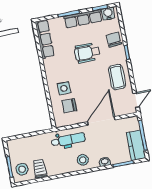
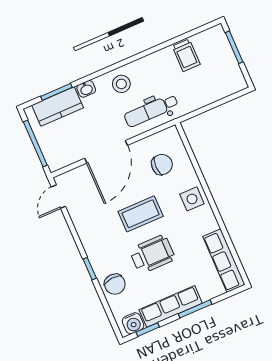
coffee table: (117, 77) -> (141, 214), moved, turned 90
side table: (64, 88) -> (192, 199), moved
kitchen counter: (136, 145) -> (58, 106), moved, turned 90
stool: (22, 169) -> (214, 48), removed

